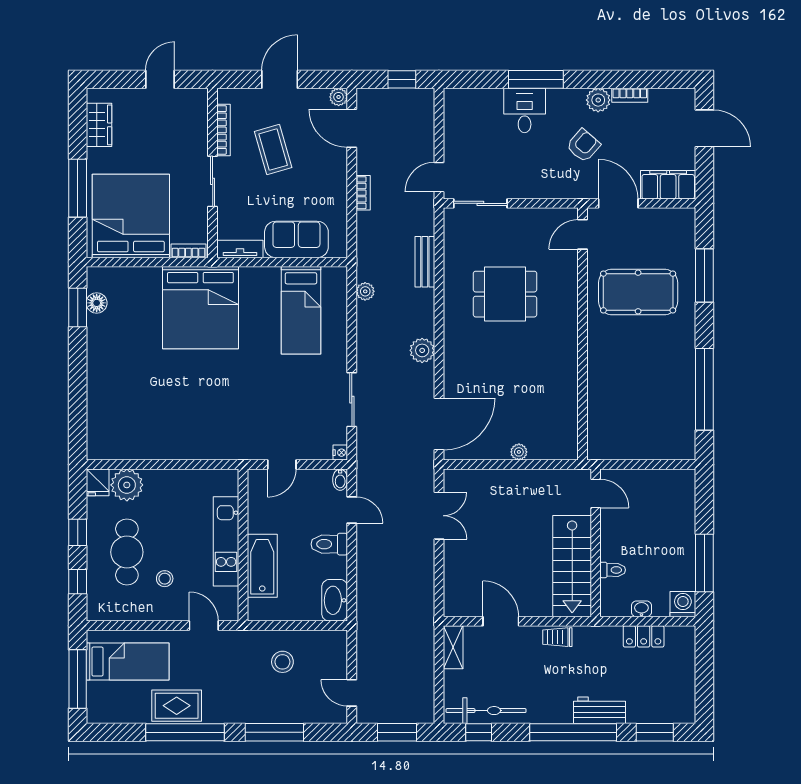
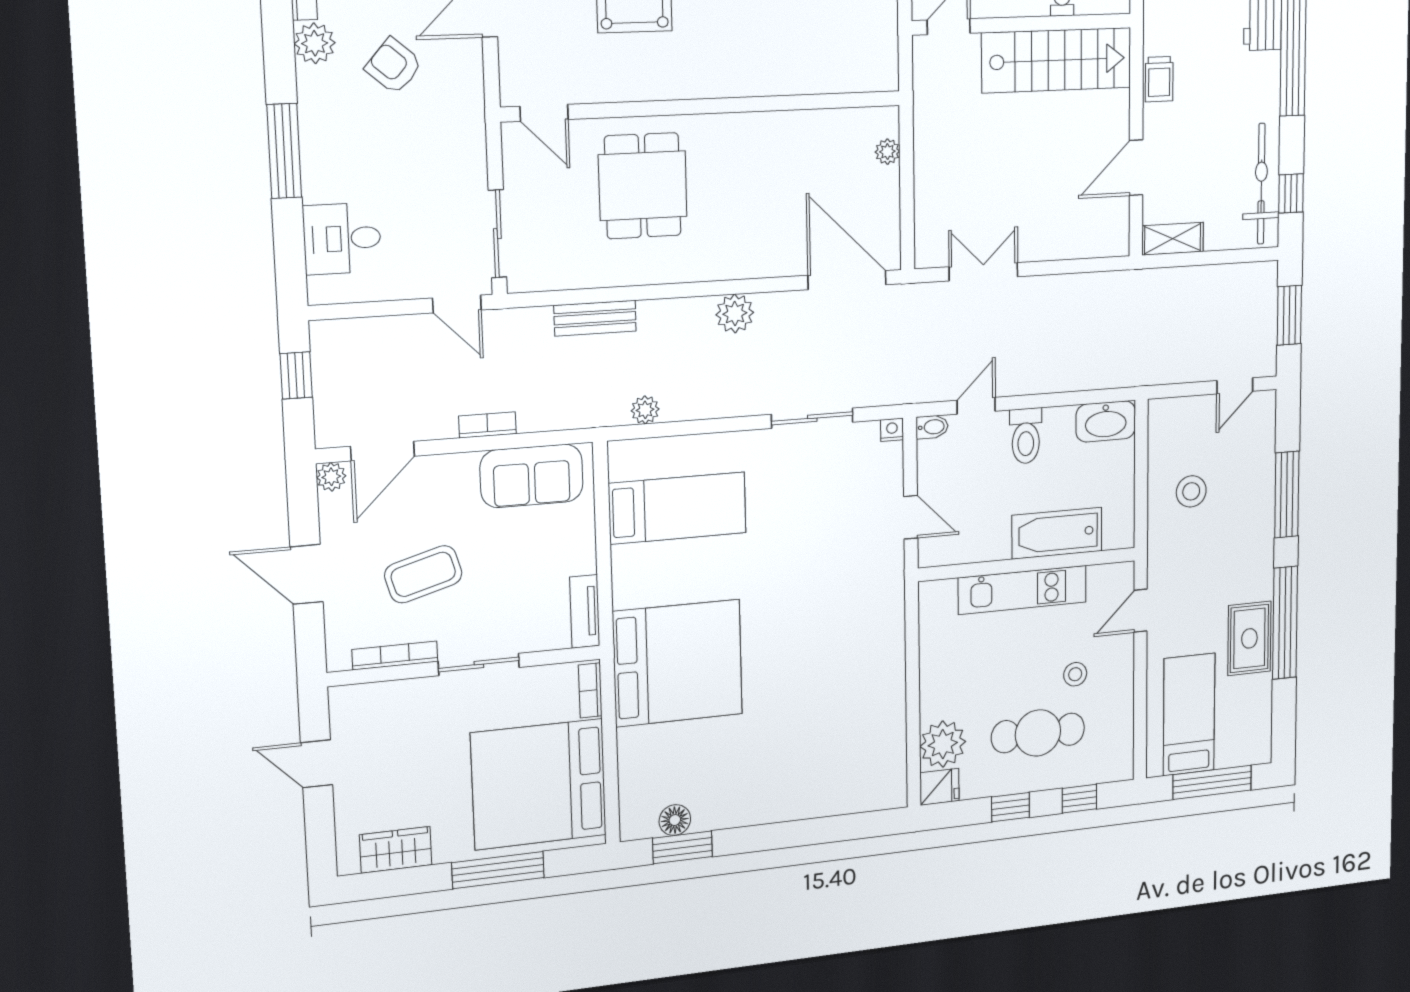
desk: (525, 110) -> (342, 239), moved
door: (583, 234) -> (544, 113), moved
sofa: (296, 239) -> (532, 476), moved, turned -90
wall: (583, 334) -> (704, 106), moved

